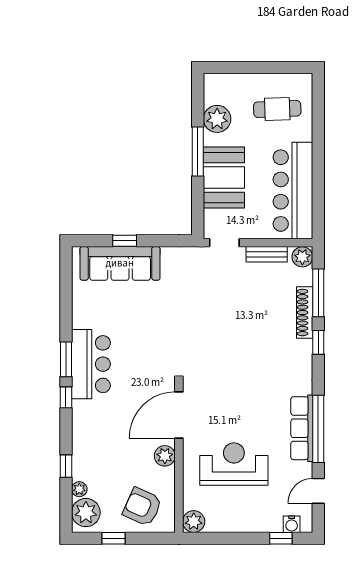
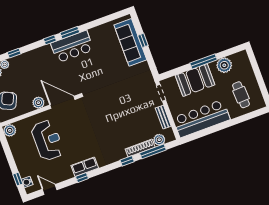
plant: (302, 257) -> (159, 140), moved
row of seats: (302, 428) -> (85, 167), width x0.68
window: (318, 429) -> (82, 178), width x0.32

